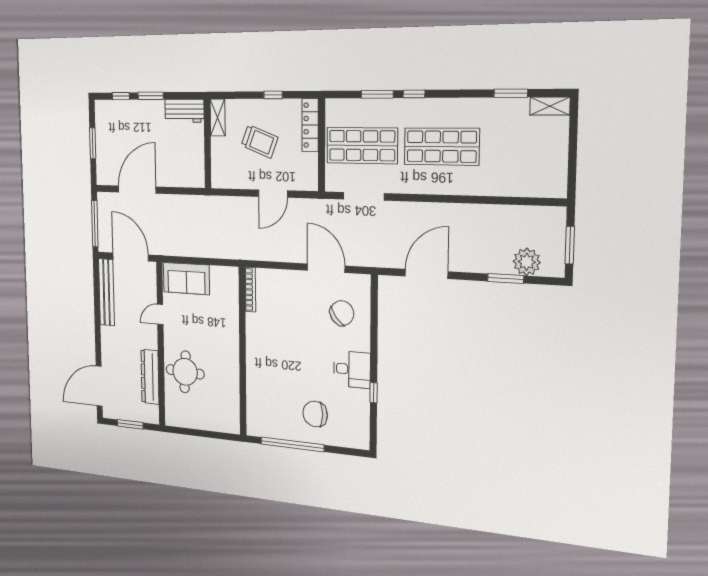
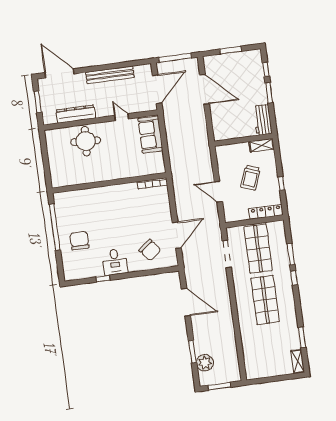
bench: (106, 292) -> (110, 75), moved

